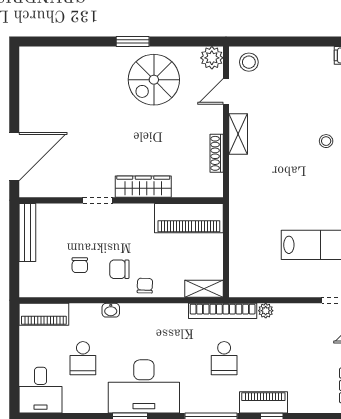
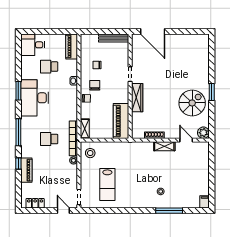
stool: (249, 62) -> (90, 153), moved
spiral stairs: (154, 80) -> (192, 103), turned 90
piano: (263, 402) -> (26, 170), moved

